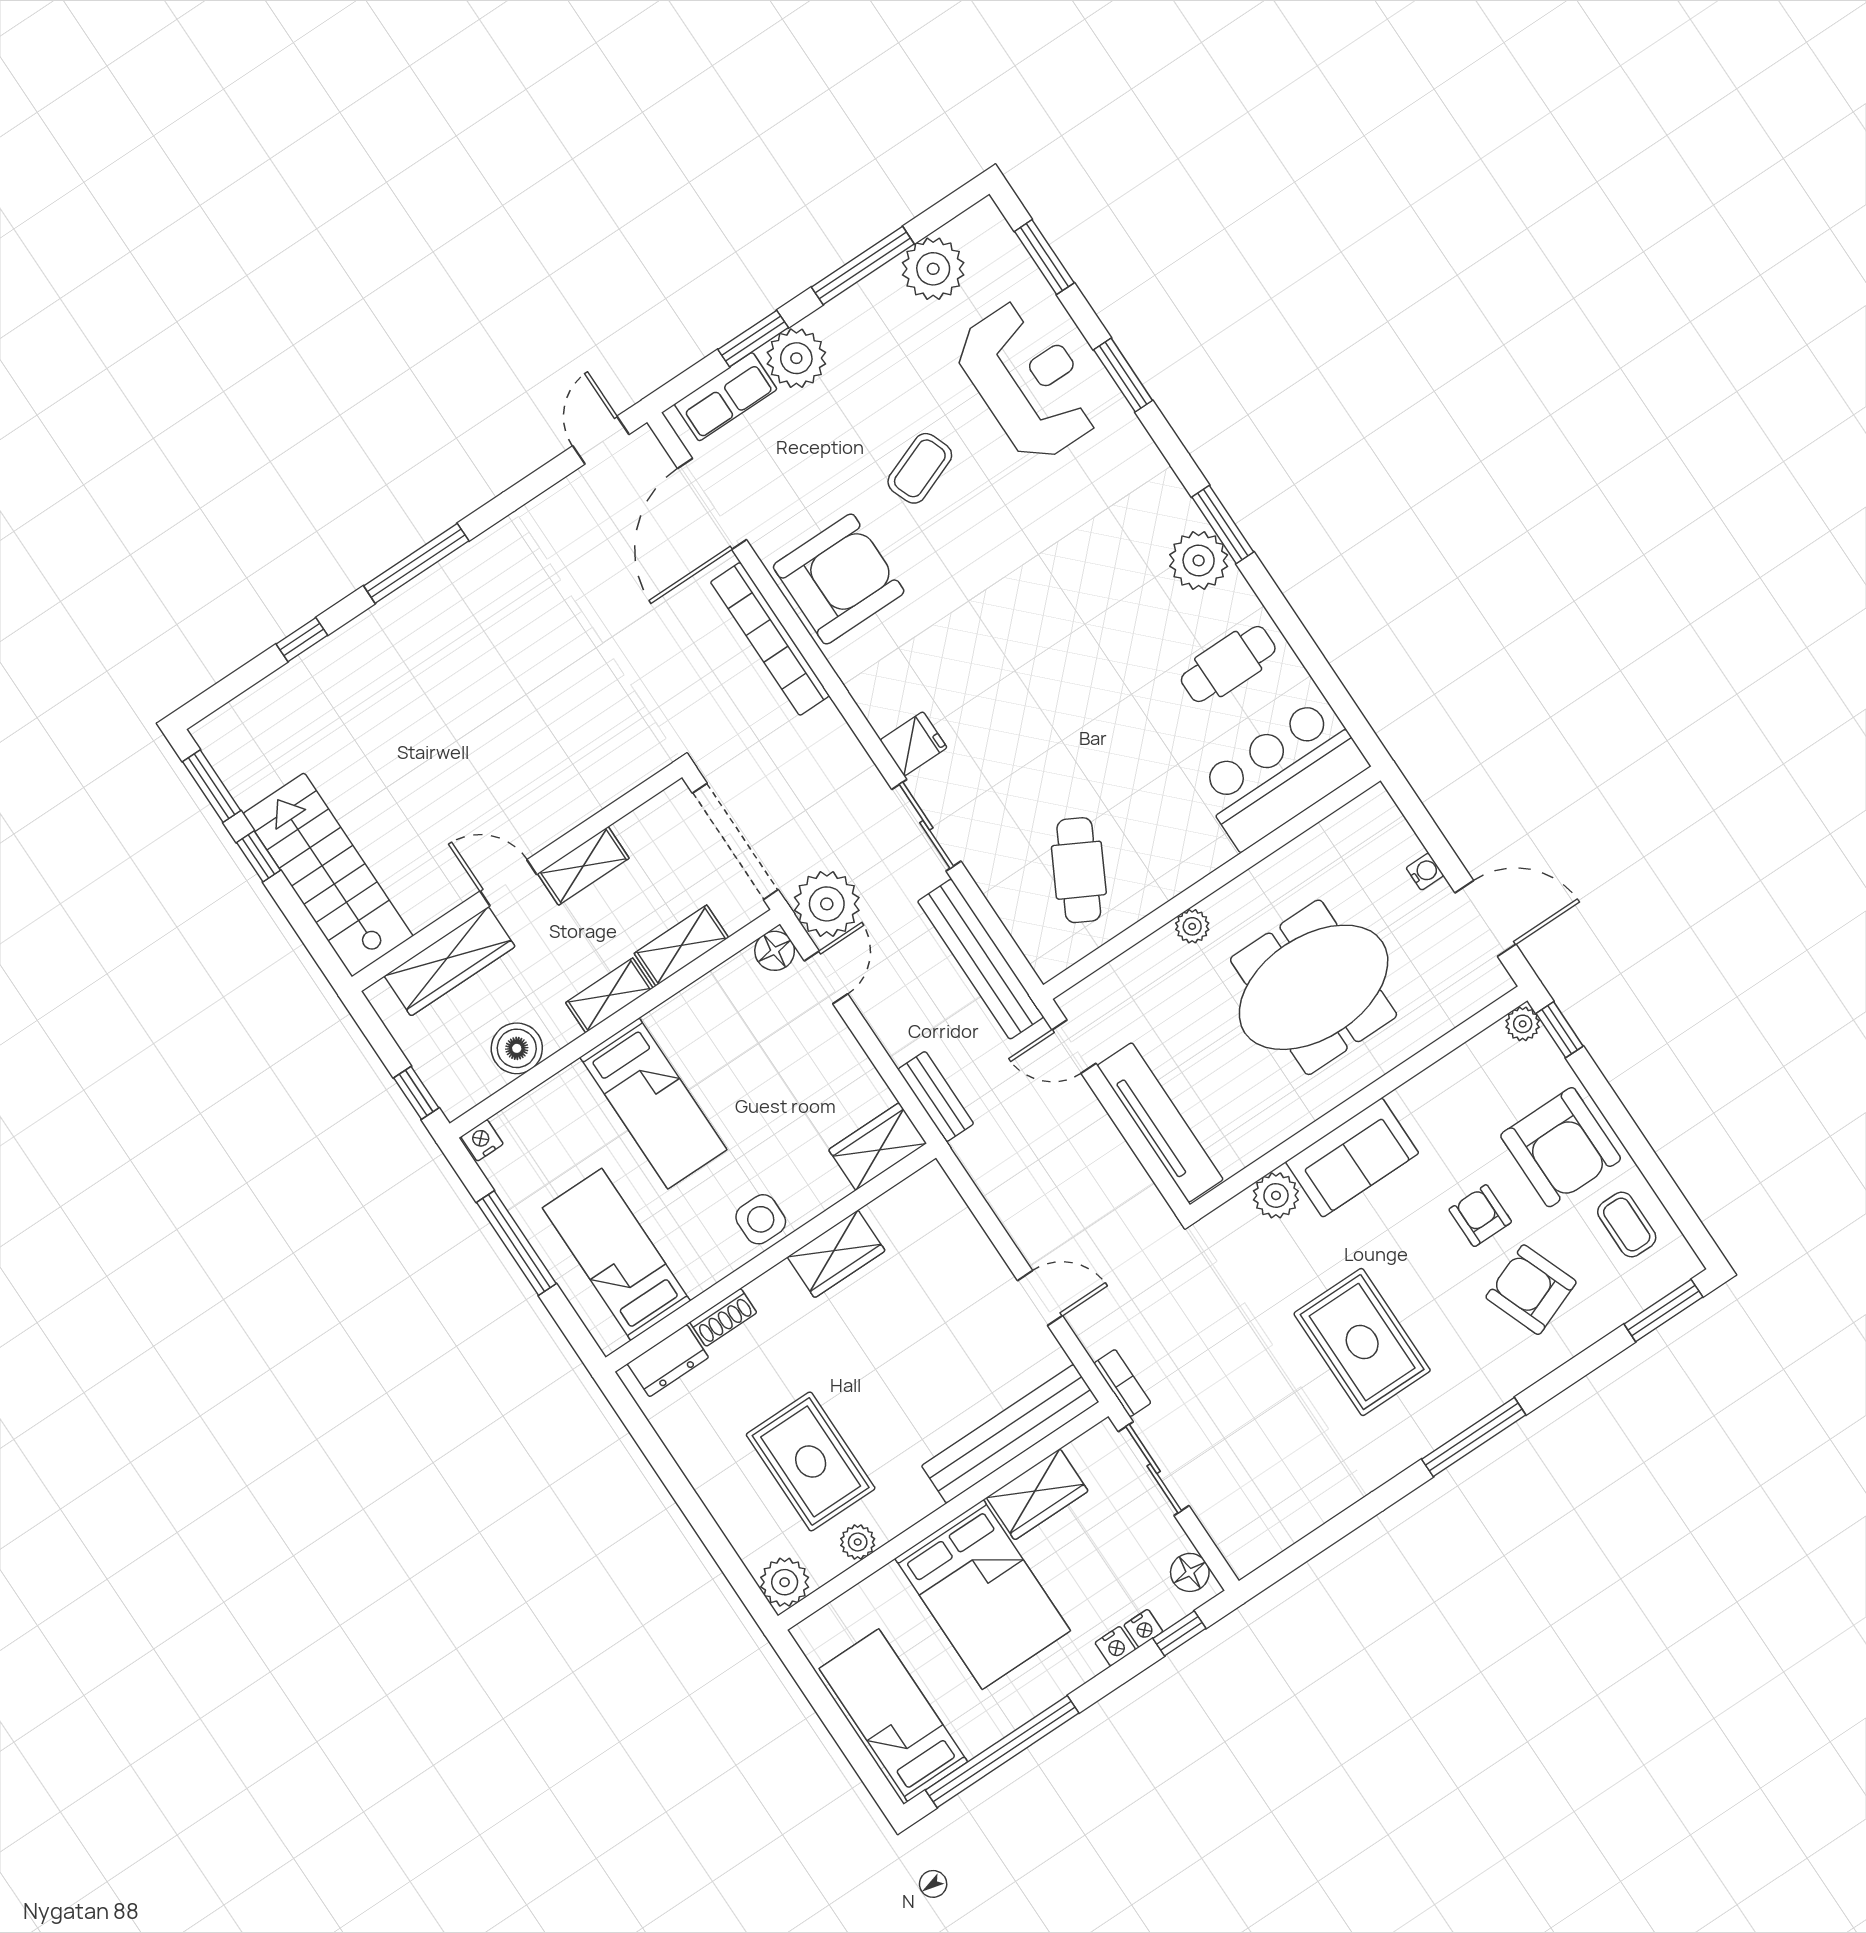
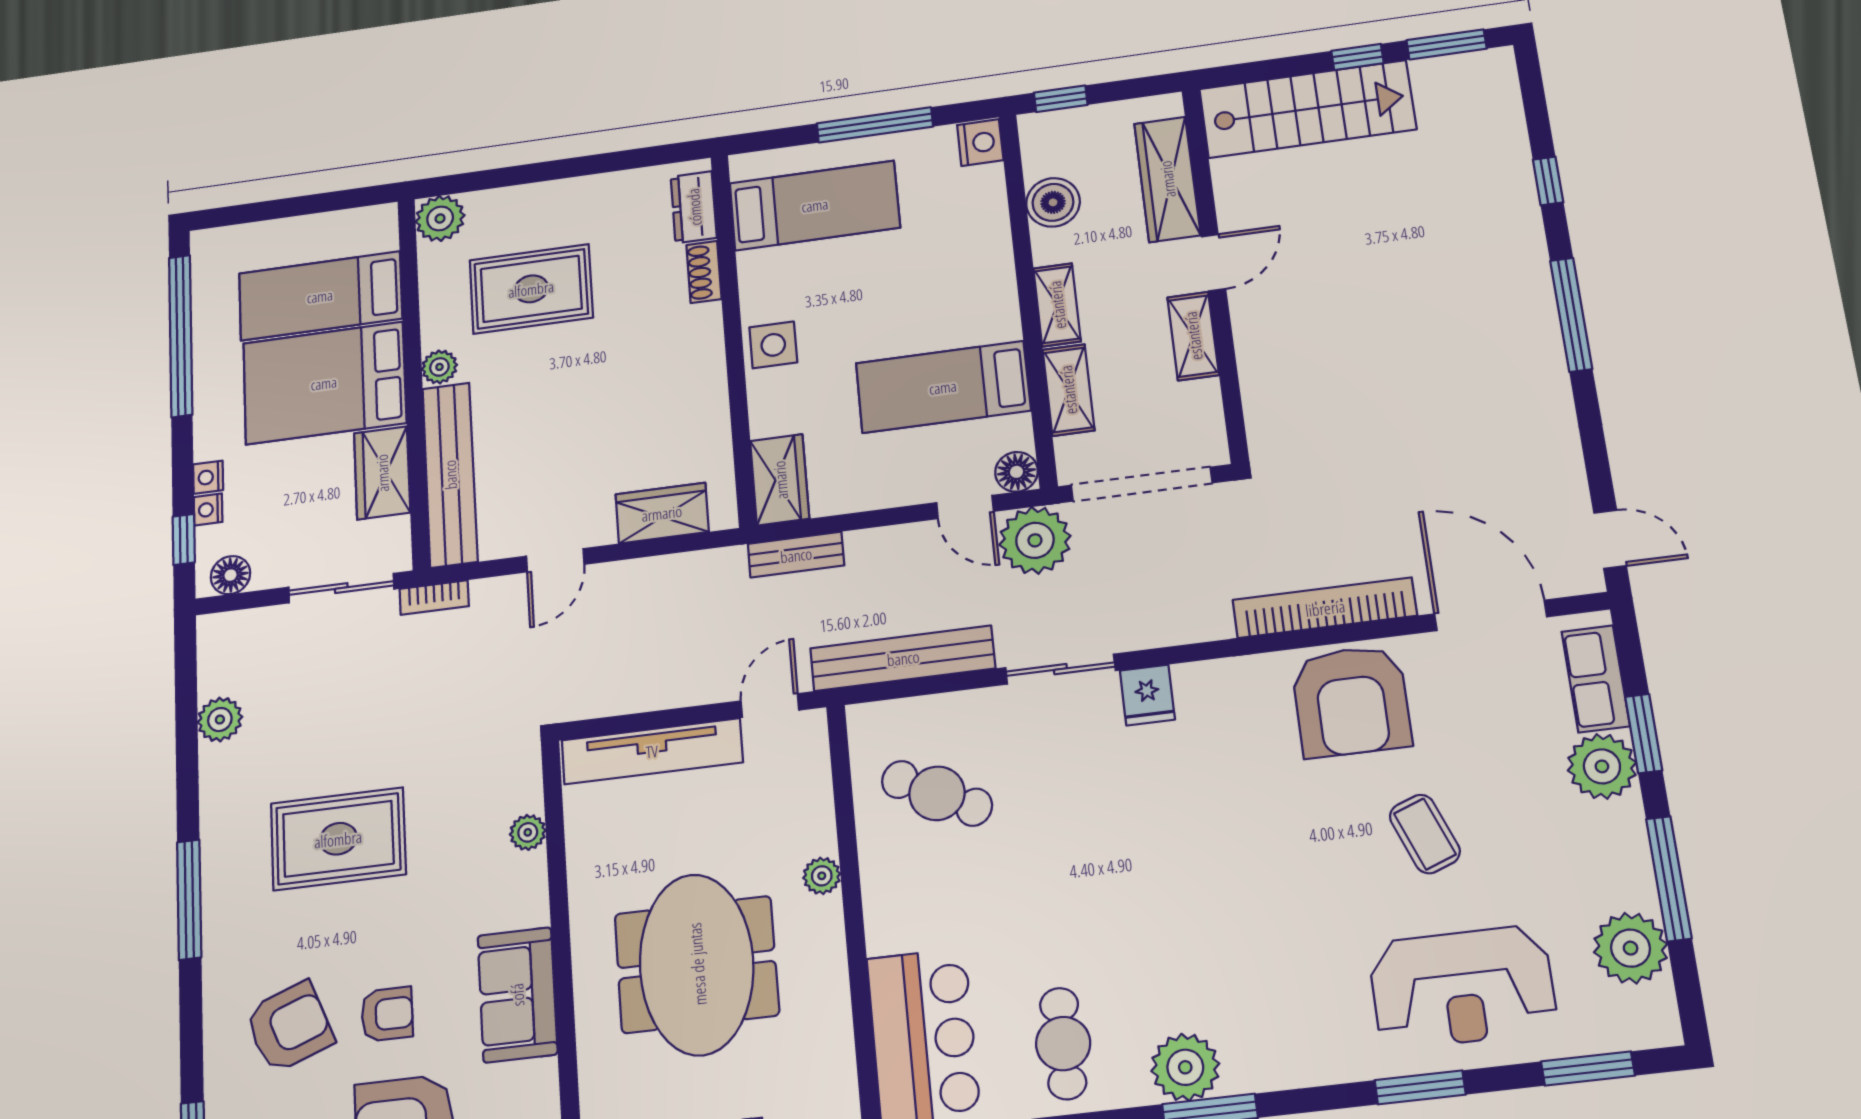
bed: (653, 1103) -> (943, 387), moved
nightstand: (482, 1140) -> (980, 143), width x1.39, depth x1.35
sofa: (1352, 1158) -> (517, 995), moved
plant: (1276, 1195) -> (528, 832), width x0.73, depth x0.73
wardrobe: (836, 1254) -> (662, 513), moved, turned 90
plant: (1315, 1504) -> (220, 720), added
plant: (858, 1542) -> (439, 367), moved
bed: (893, 1715) -> (320, 296), moved, turned 180

